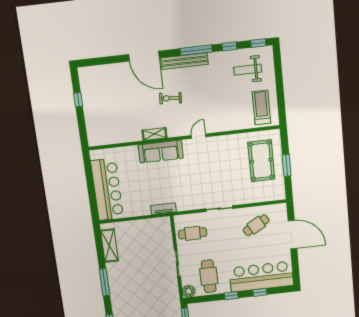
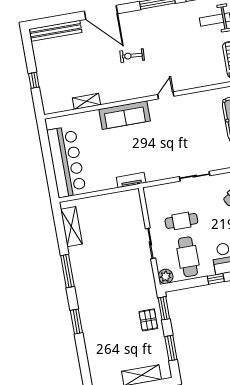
bench: (184, 61) -> (56, 31), moved
window: (78, 100) -> (34, 80), moved
shelving: (154, 134) -> (86, 101), moved
cafe table: (193, 233) -> (181, 221), moved

